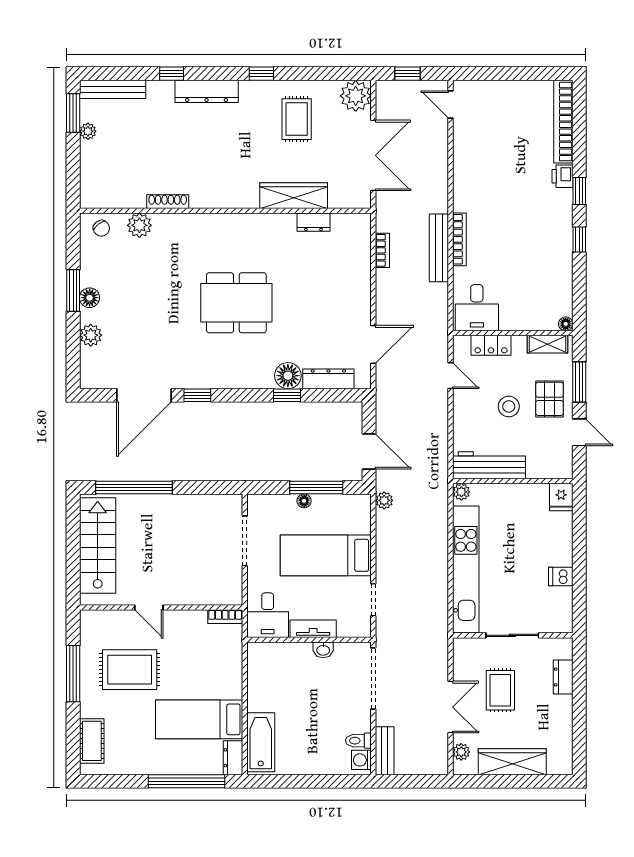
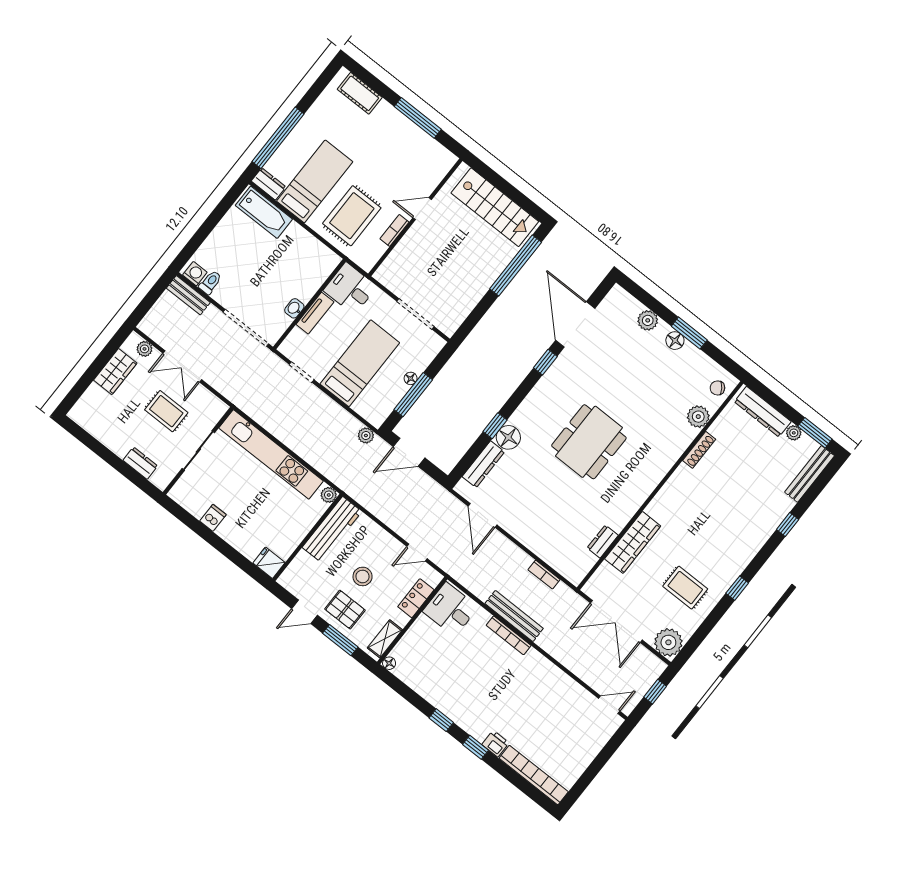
dresser: (207, 91) -> (763, 412), moved, turned -90
bookcase: (225, 617) -> (394, 230), moved
rug: (130, 670) -> (352, 216), moved
wardrobe: (512, 762) -> (115, 372), width x0.67

